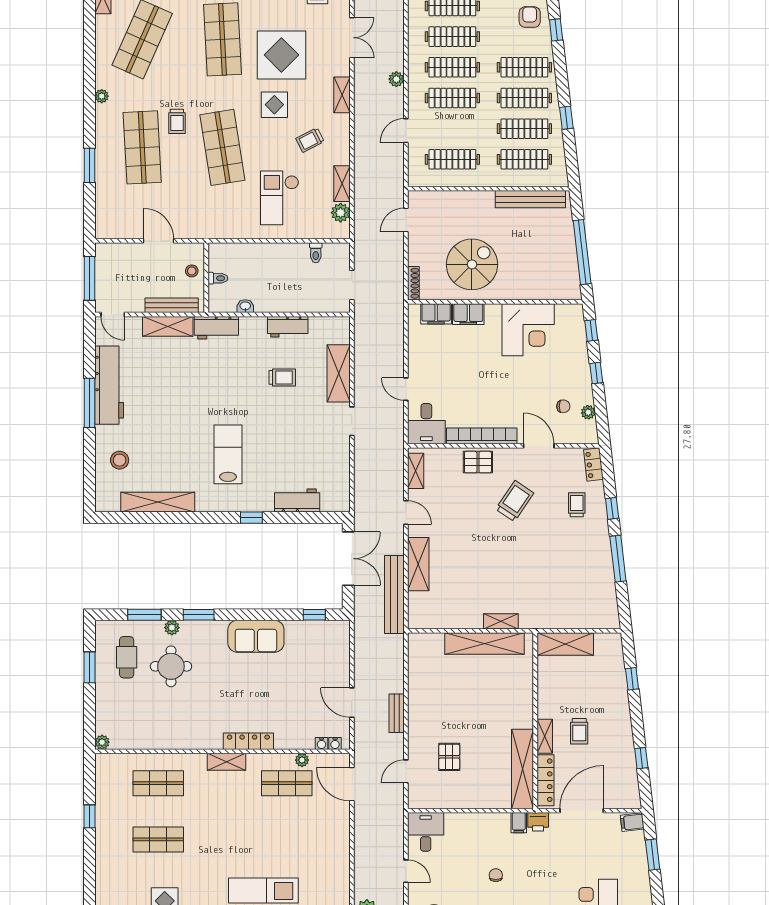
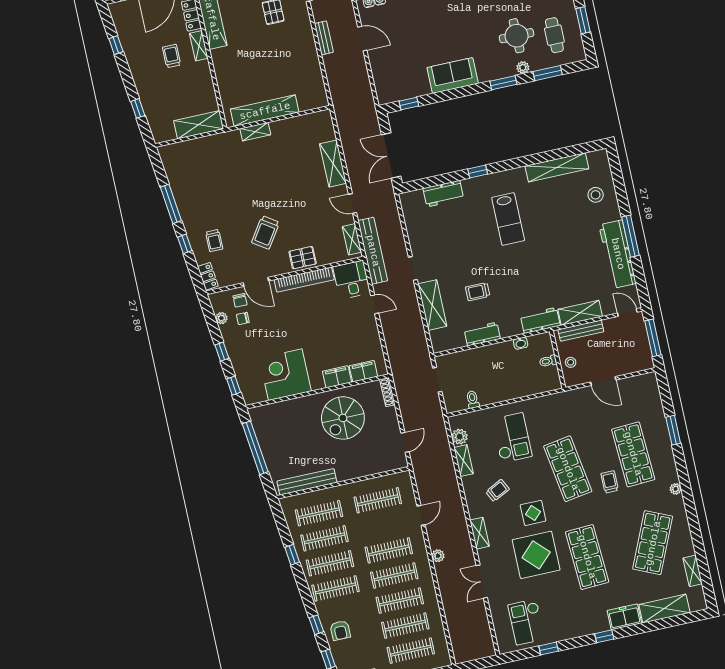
chair: (562, 428) -> (240, 300), added
bench: (394, 595) -> (373, 251), moved

